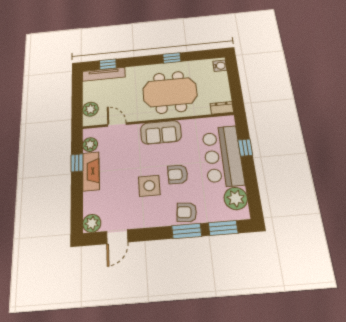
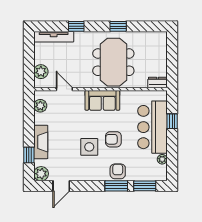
window: (108, 64) -> (76, 26), moved
water cooler: (220, 66) -> (161, 40), removed
meeting table: (170, 92) -> (113, 62), turned 90
window: (77, 163) -> (29, 155), moved
fireplace: (91, 171) -> (41, 142), moved
plant: (236, 198) -> (162, 159), width x0.53, depth x0.53
armchair: (187, 212) -> (118, 171), turned 84

